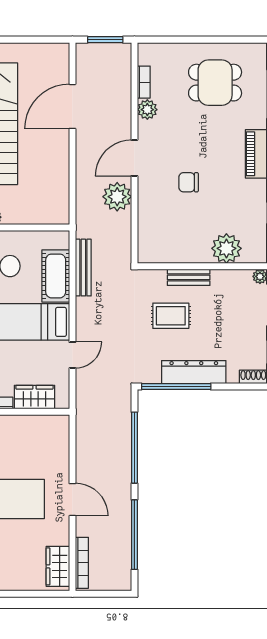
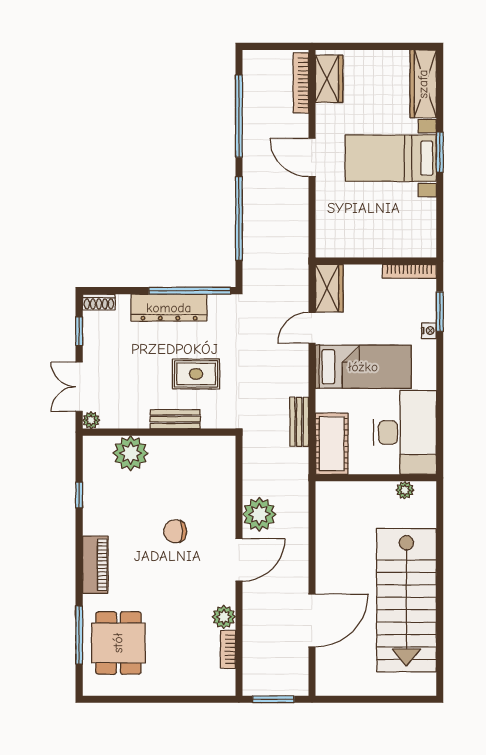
dining table: (215, 83) -> (118, 643), moved, turned 90
chair: (189, 182) -> (175, 531), turned 180
bench: (83, 268) -> (299, 422), width x0.73
cot: (56, 276) -> (332, 444), moved
wardrobe: (34, 397) -> (329, 288), moved, turned -90

